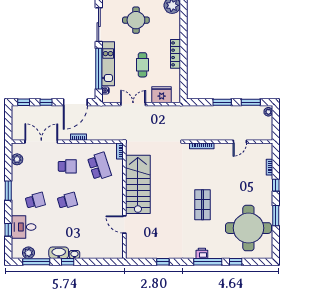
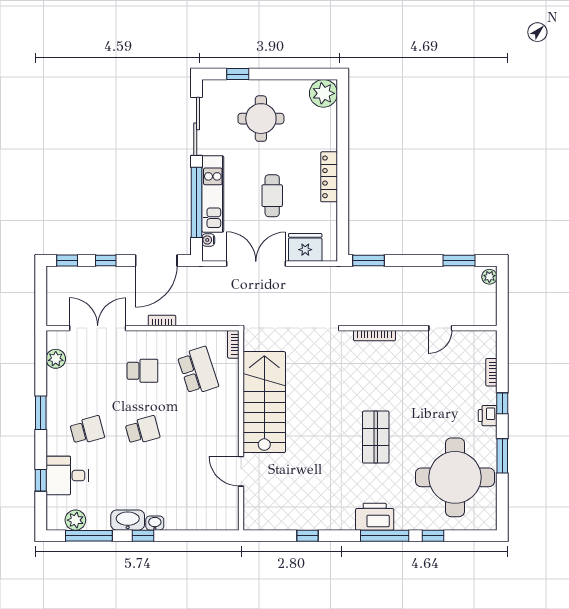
window: (222, 102) -> (369, 260), moved
double door: (133, 104) -> (256, 264), width x1.37
printer: (267, 192) -> (488, 416), added
printer: (202, 253) -> (375, 517), width x1.87, depth x1.48

